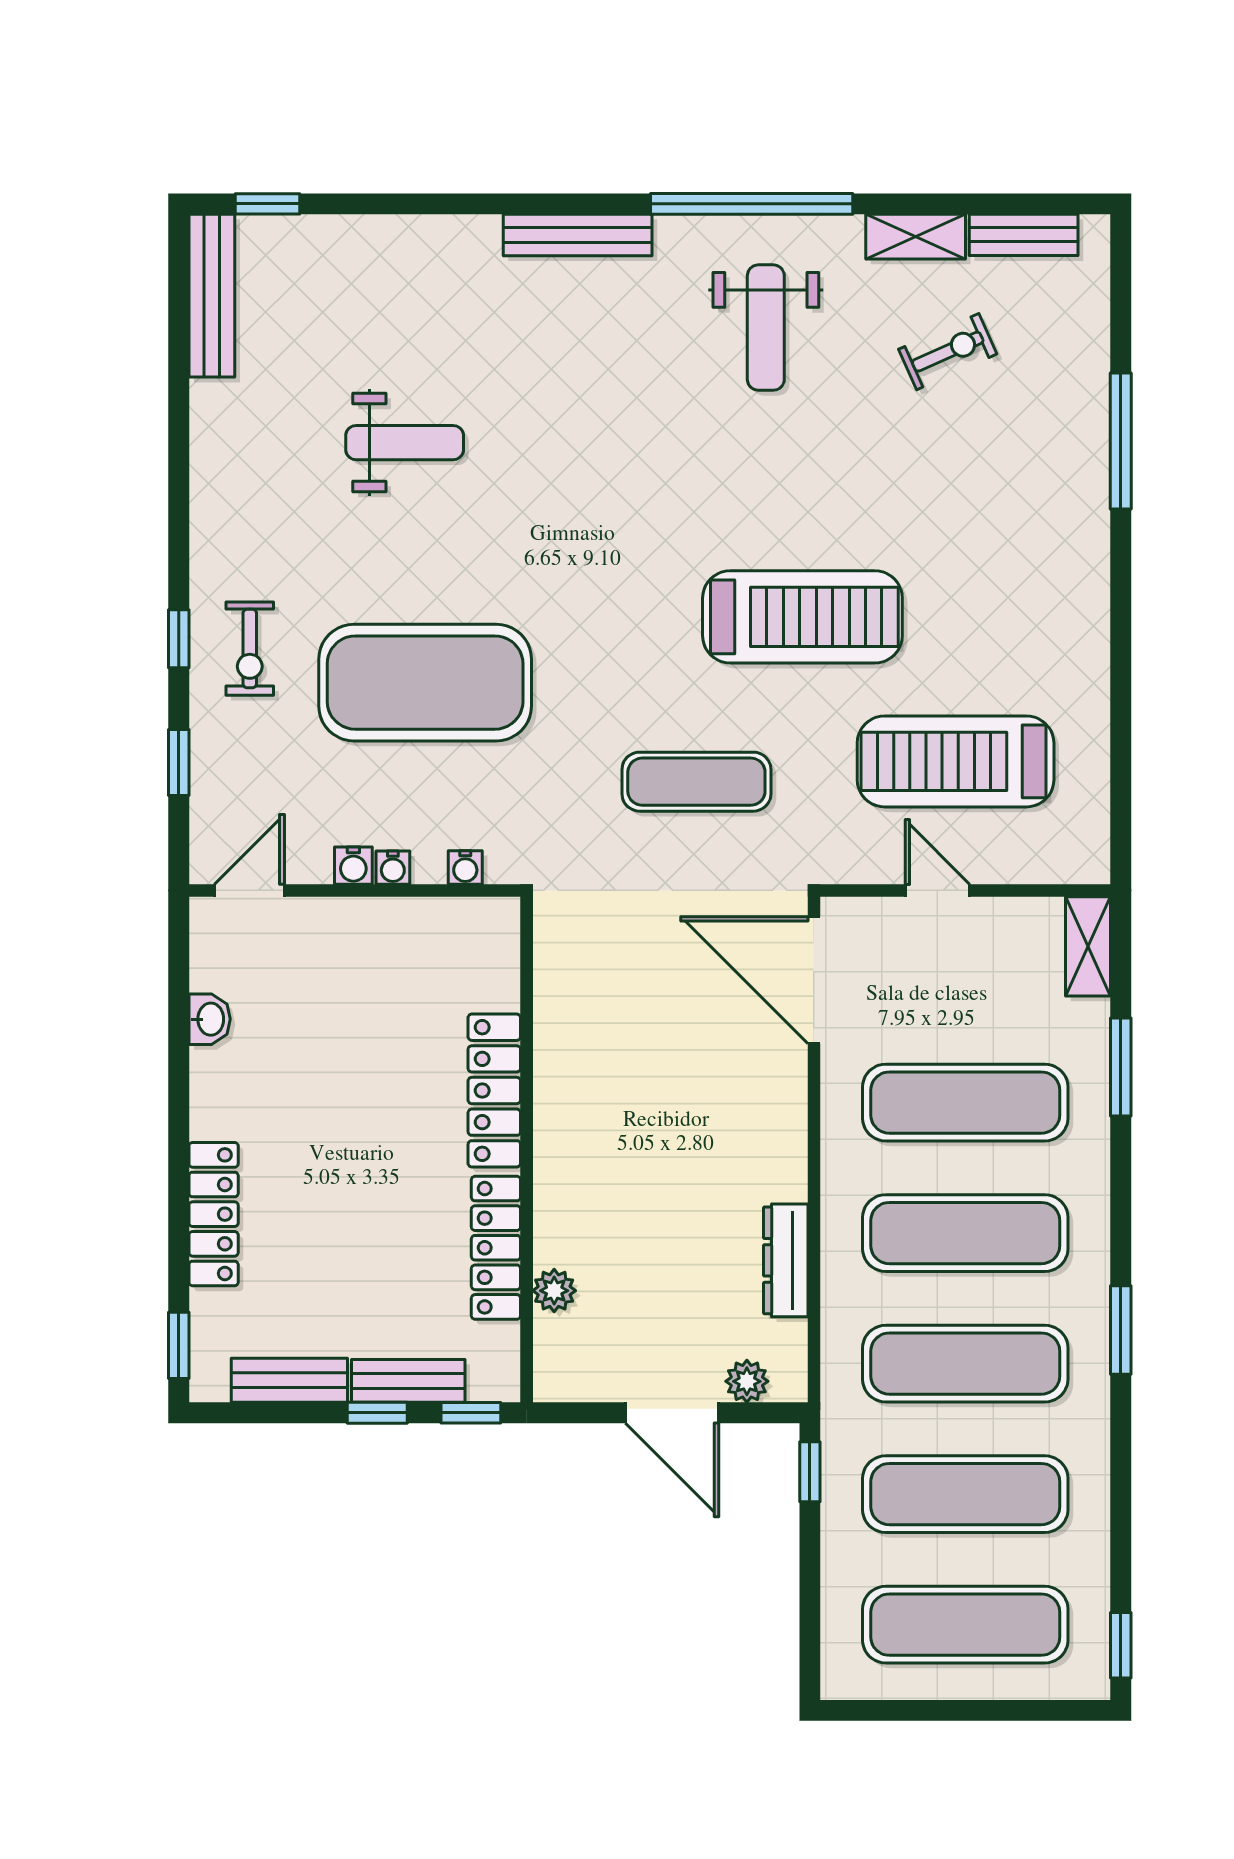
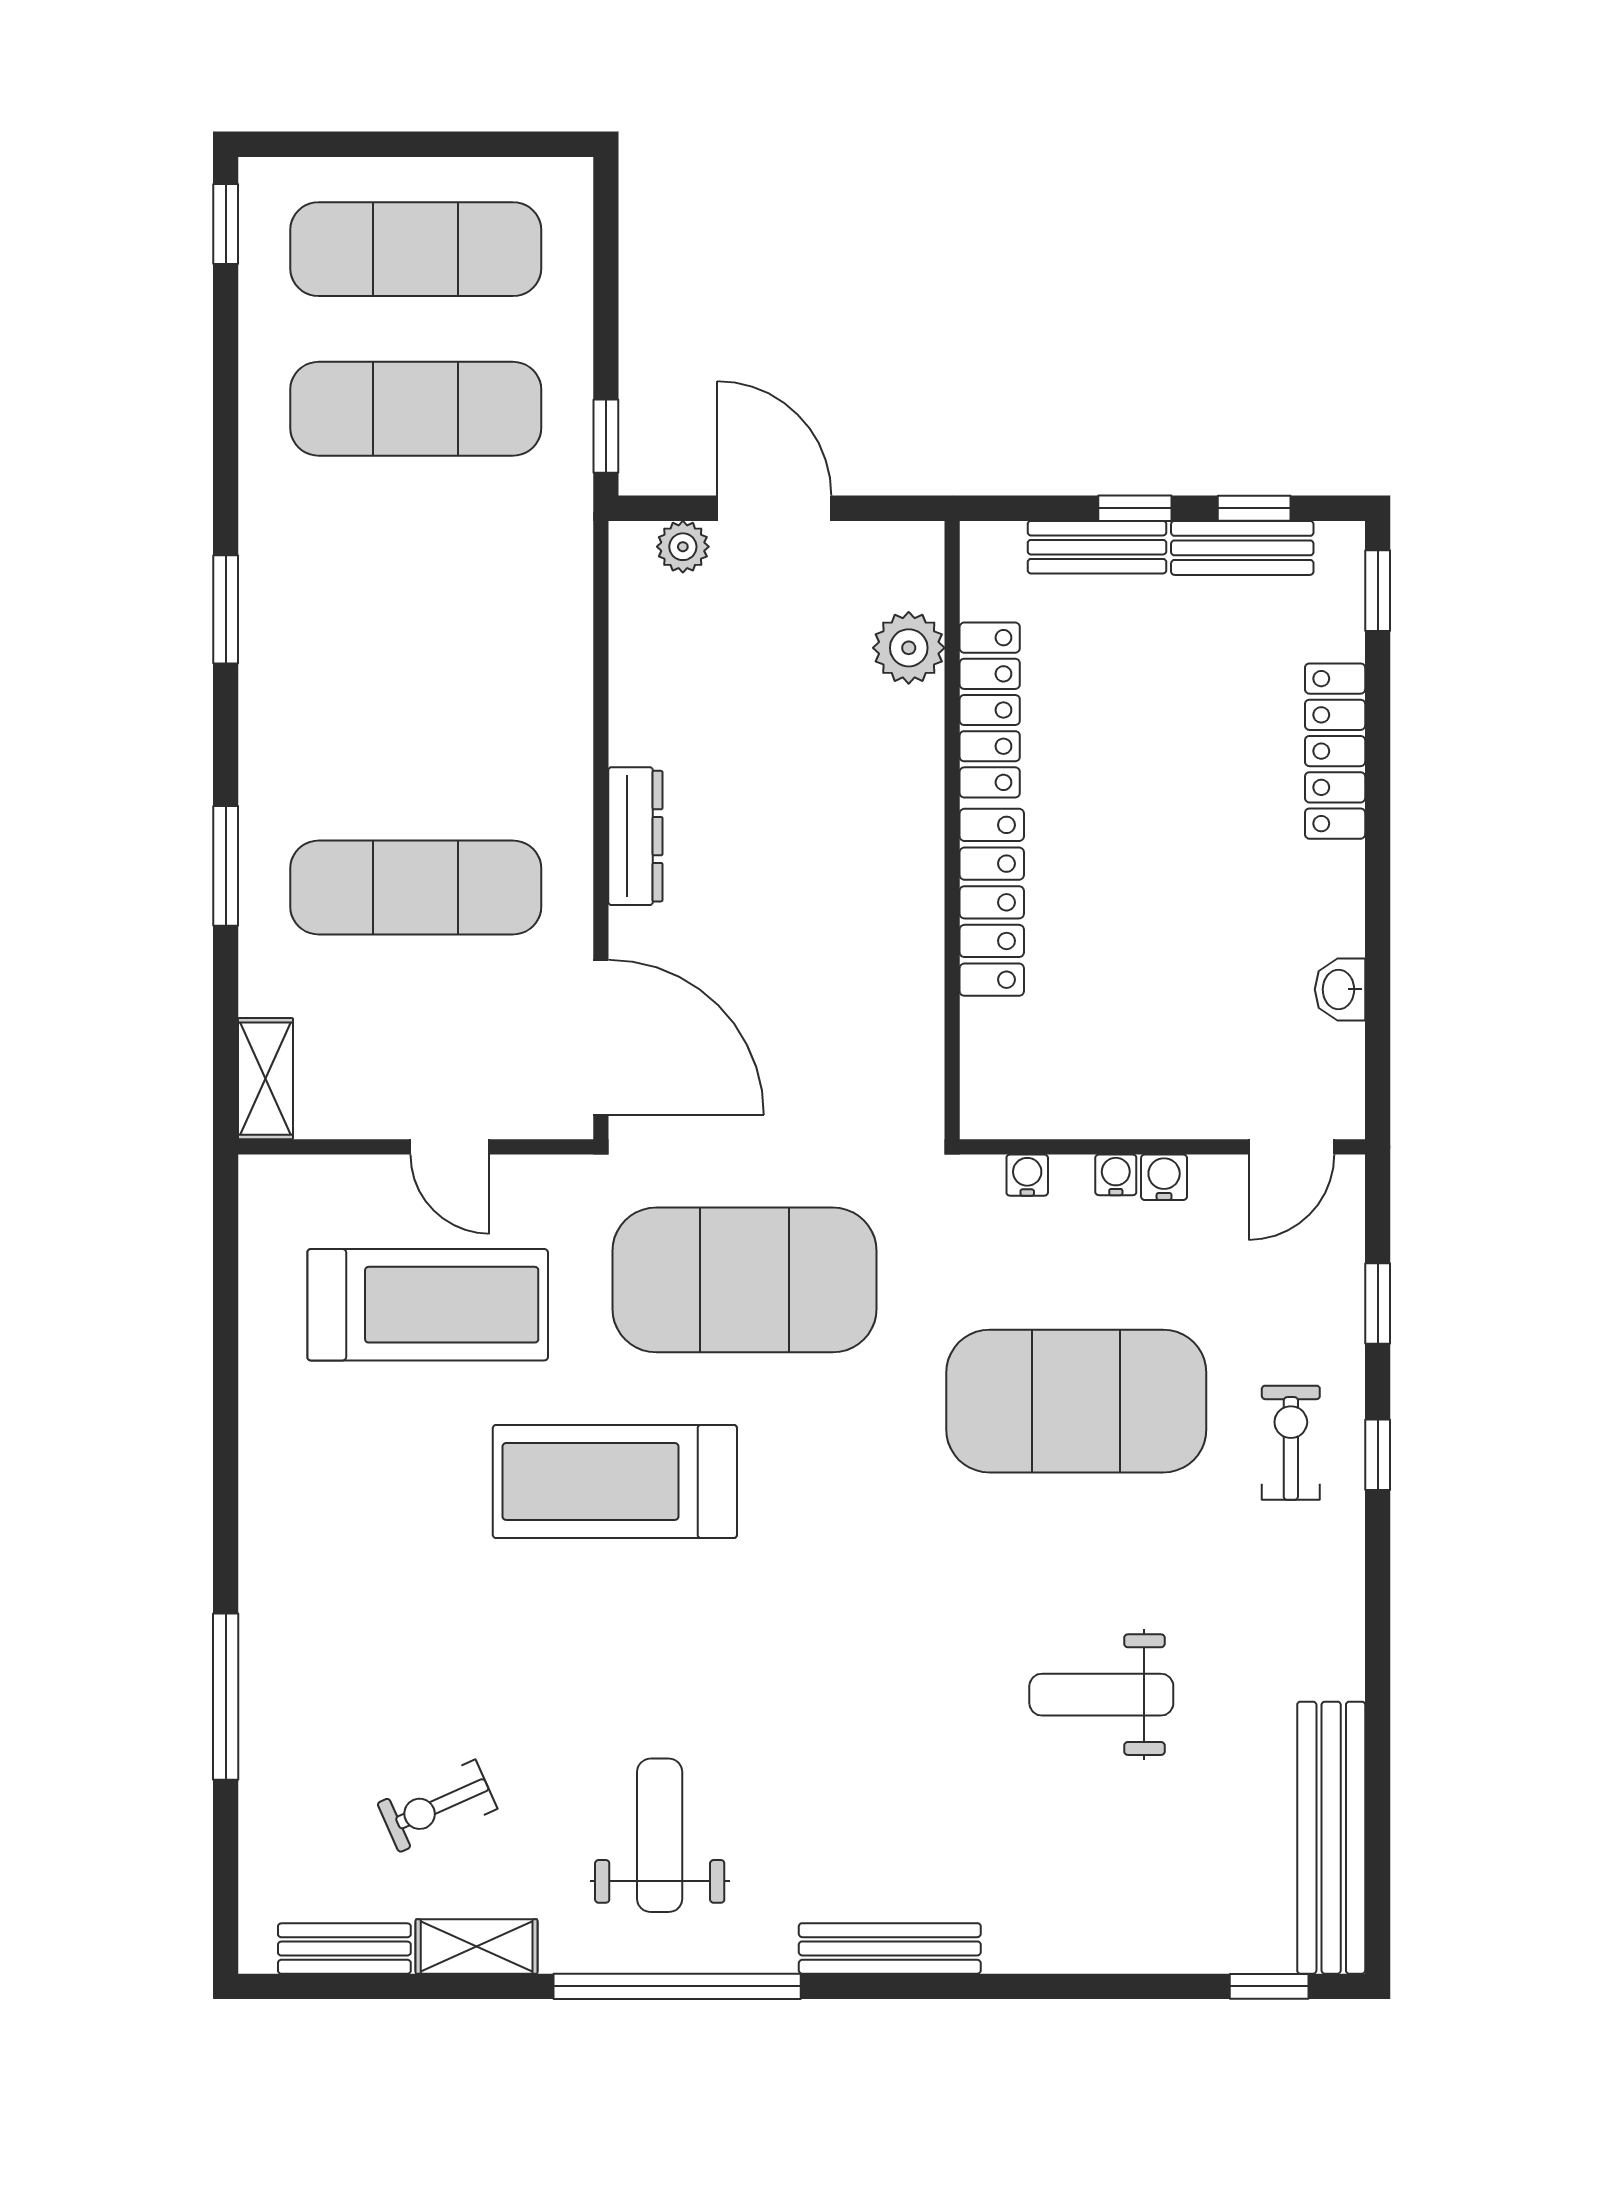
bench: (212, 296) -> (1331, 1838), width x1.37, depth x1.21
exercise mat: (696, 782) -> (744, 1280), width x2.00, depth x1.45
window: (1121, 1067) -> (226, 866), moved
exercise mat: (965, 1233) -> (416, 728), removed
dresser: (786, 1260) -> (635, 836), moved
plant: (554, 1291) -> (909, 648), width x1.38, depth x1.38
exercise mat: (965, 1364) -> (416, 568), removed
window: (471, 1413) -> (1254, 508), moved

